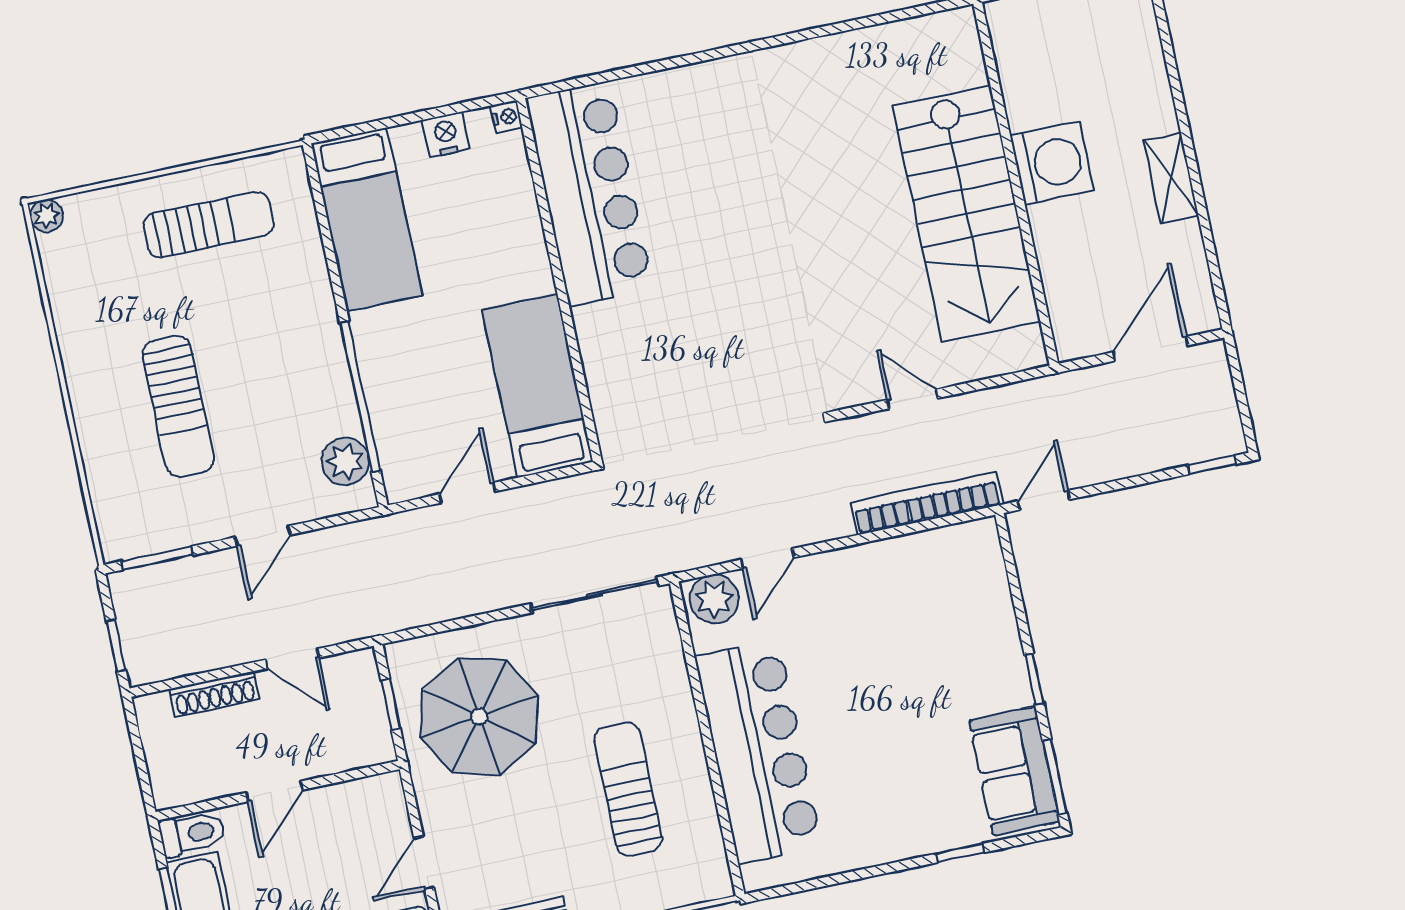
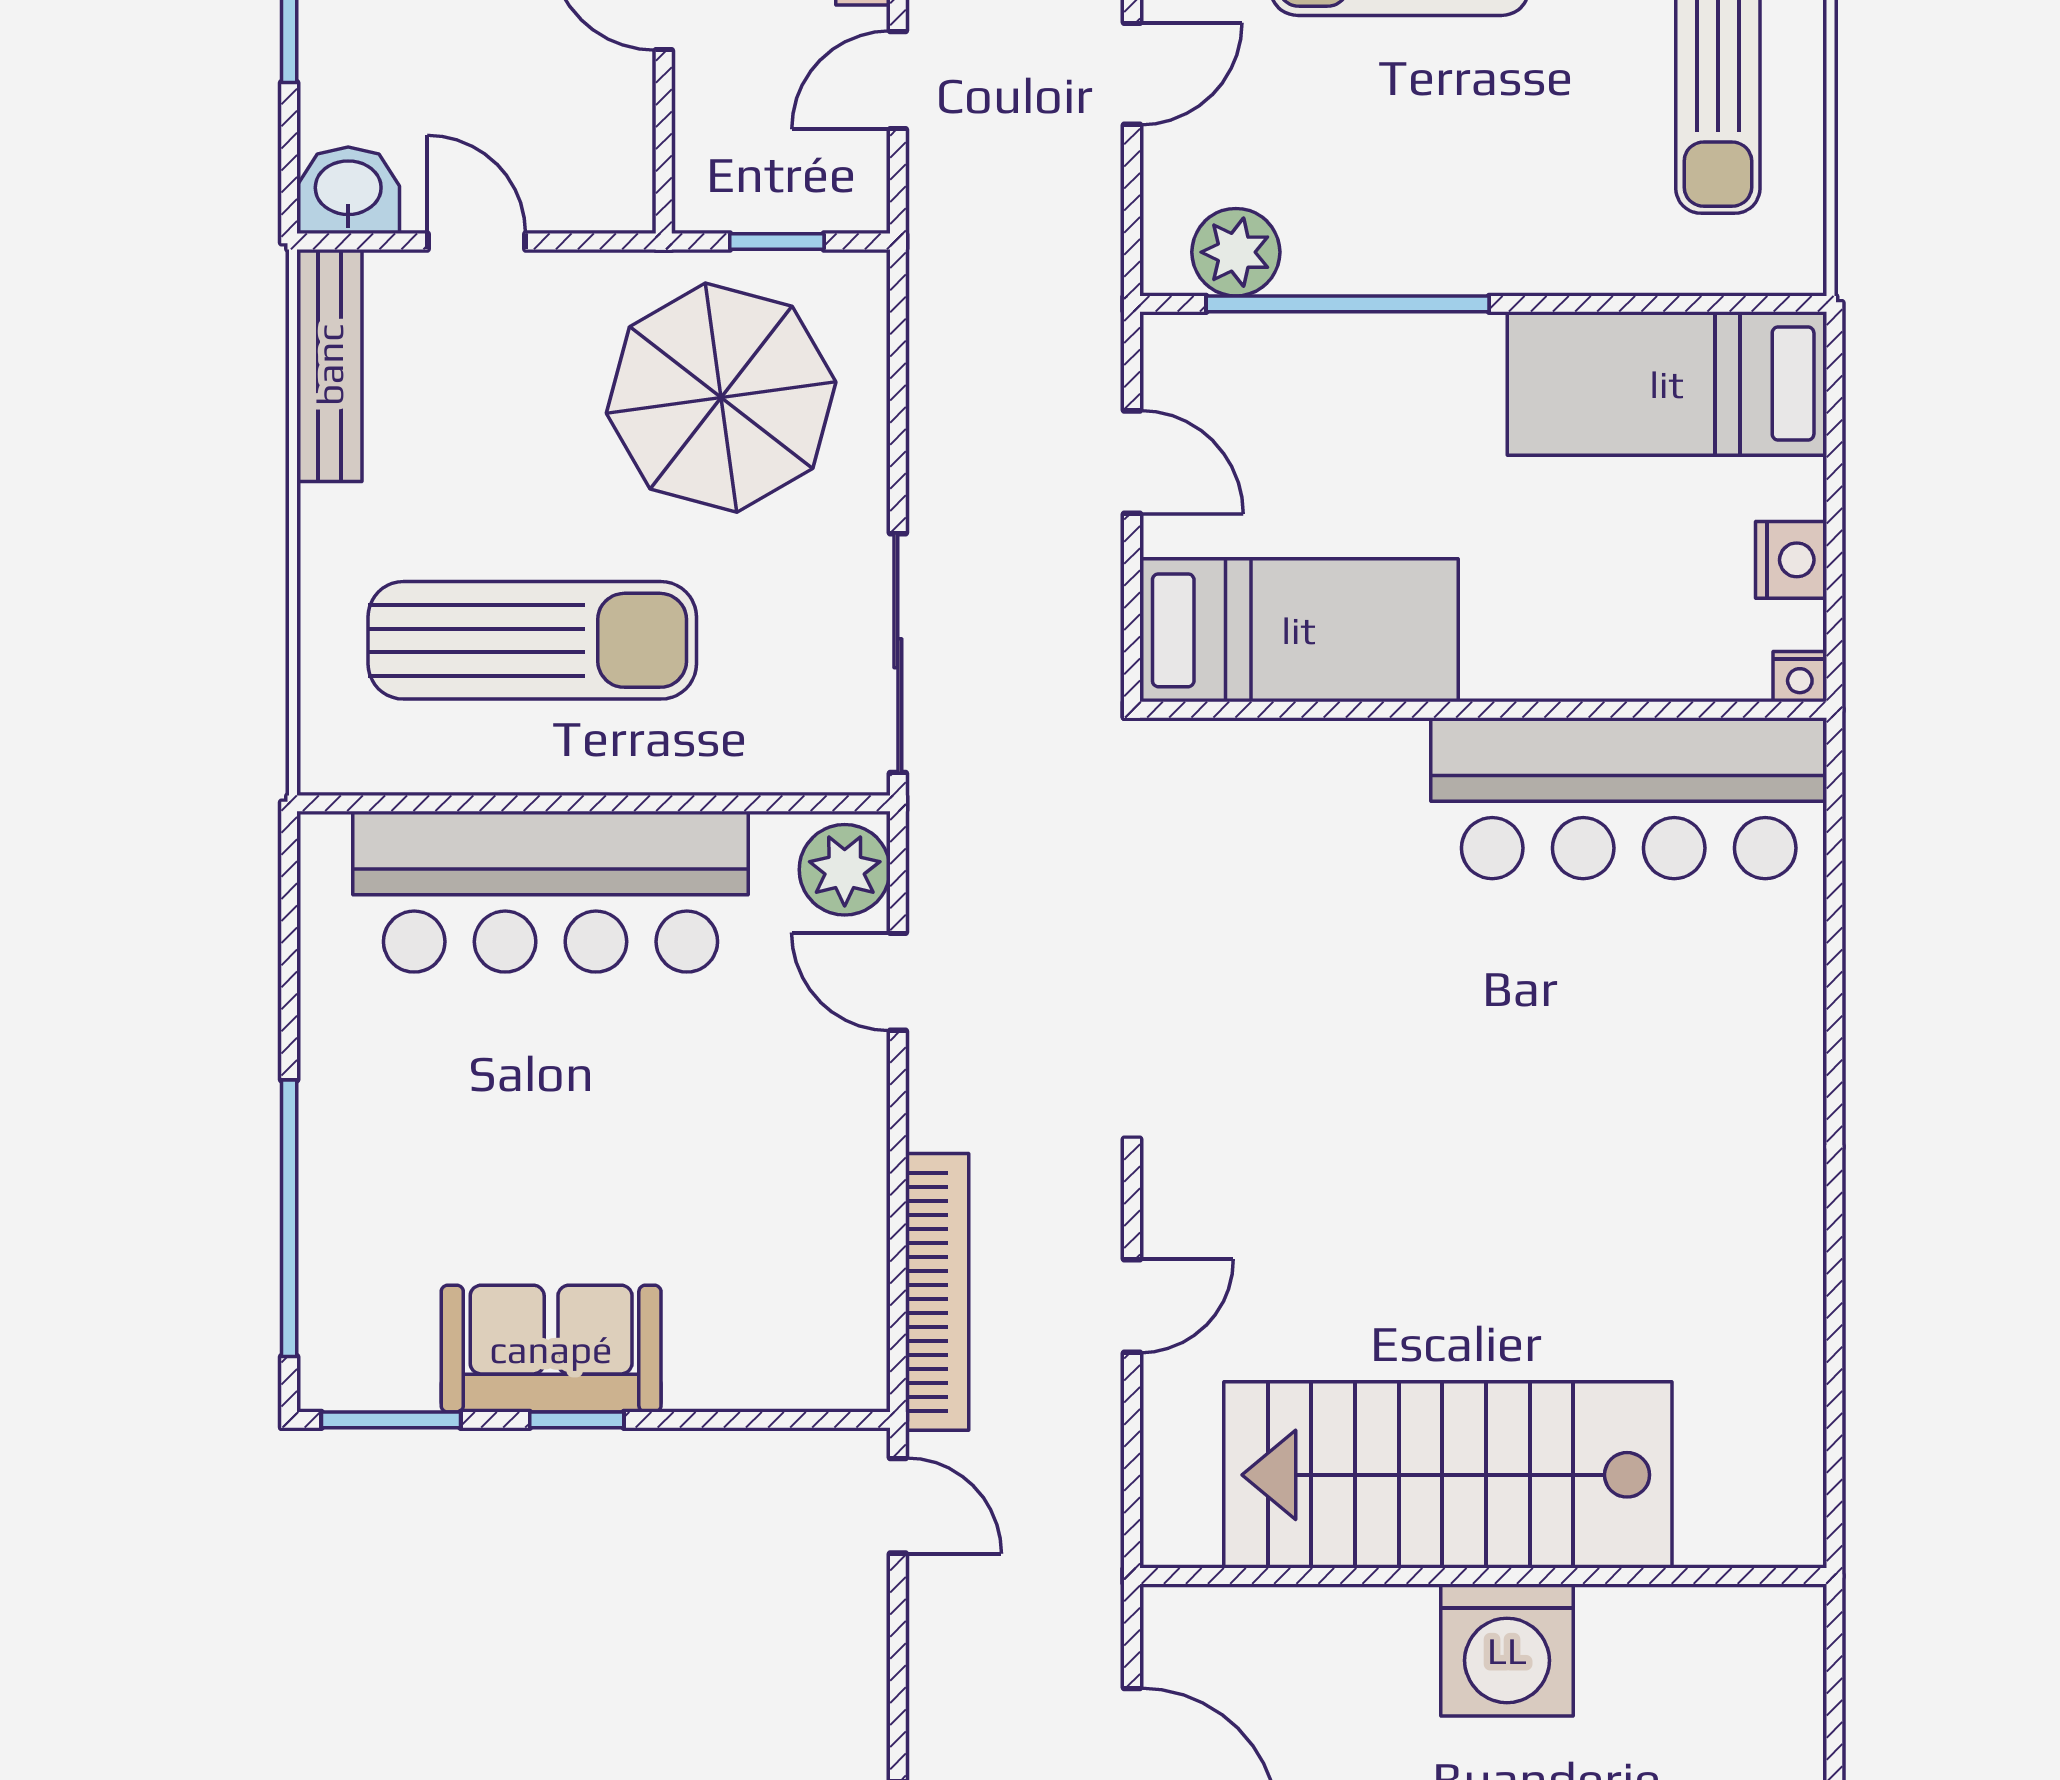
door: (263, 536) -> (1132, 74), swing flipped
sofa: (1014, 771) -> (551, 1349), moved
sun lounger: (628, 789) -> (532, 640), width x1.36, depth x1.34
window: (960, 853) -> (289, 1218), width x3.17

